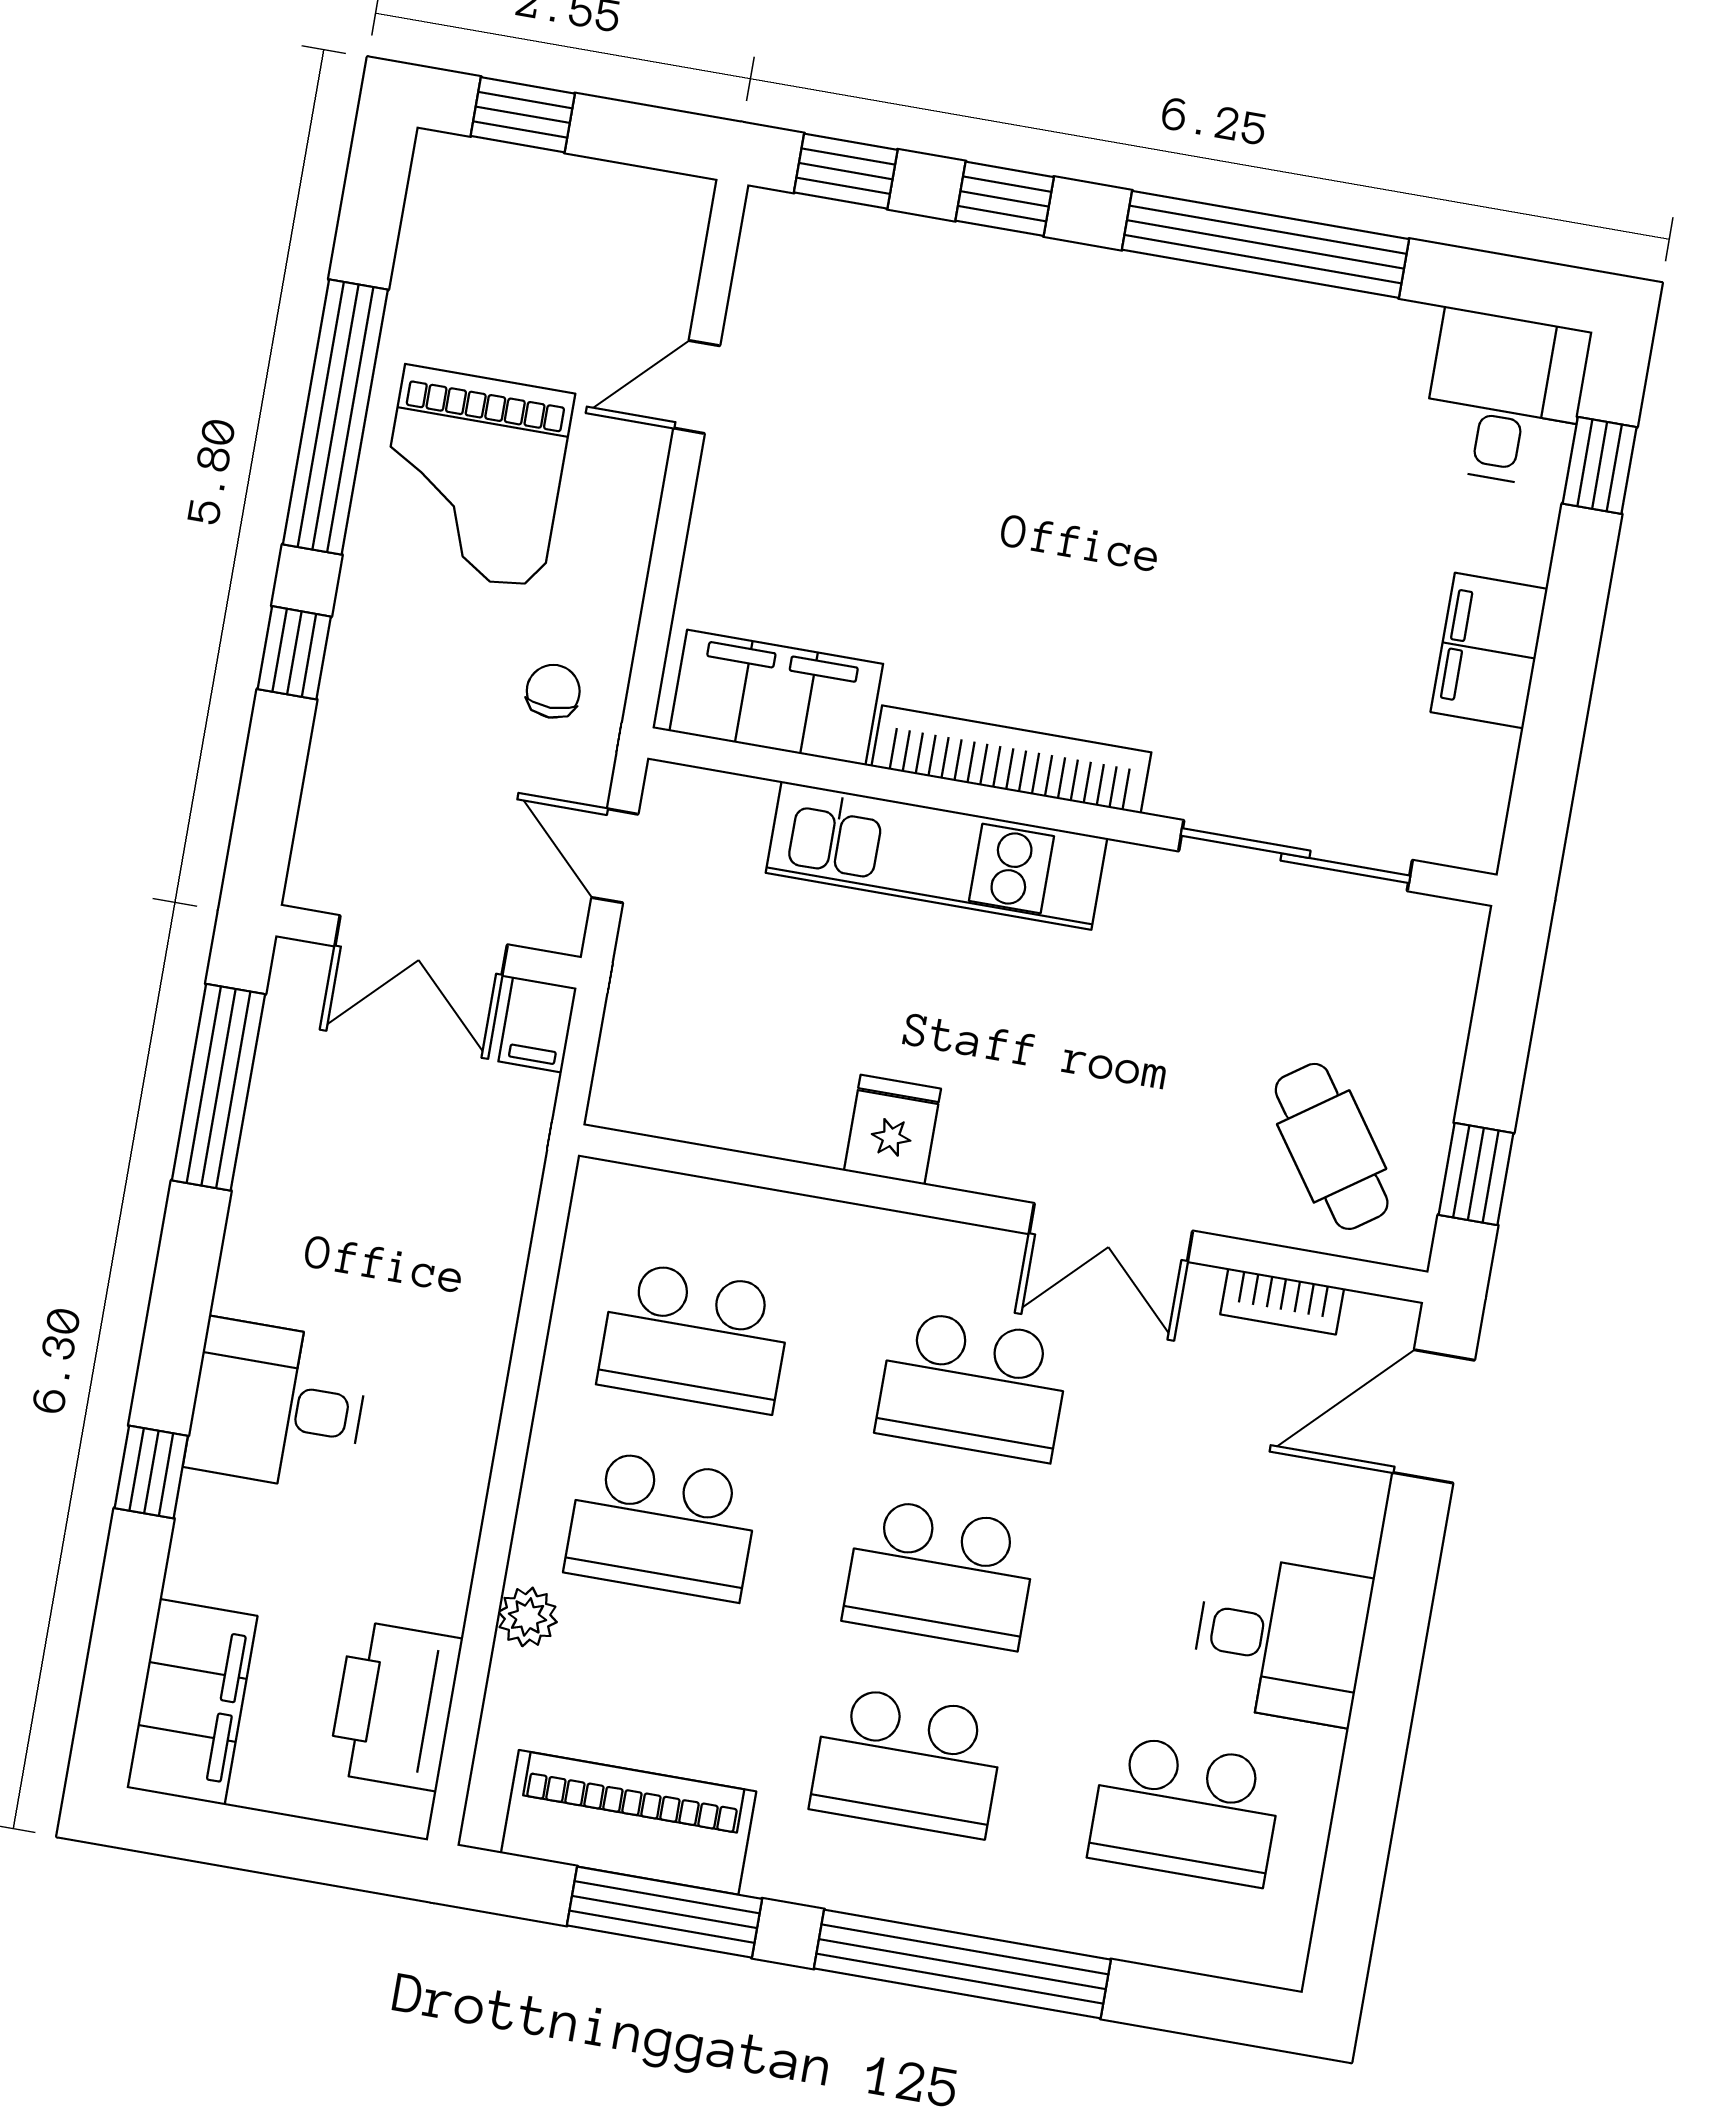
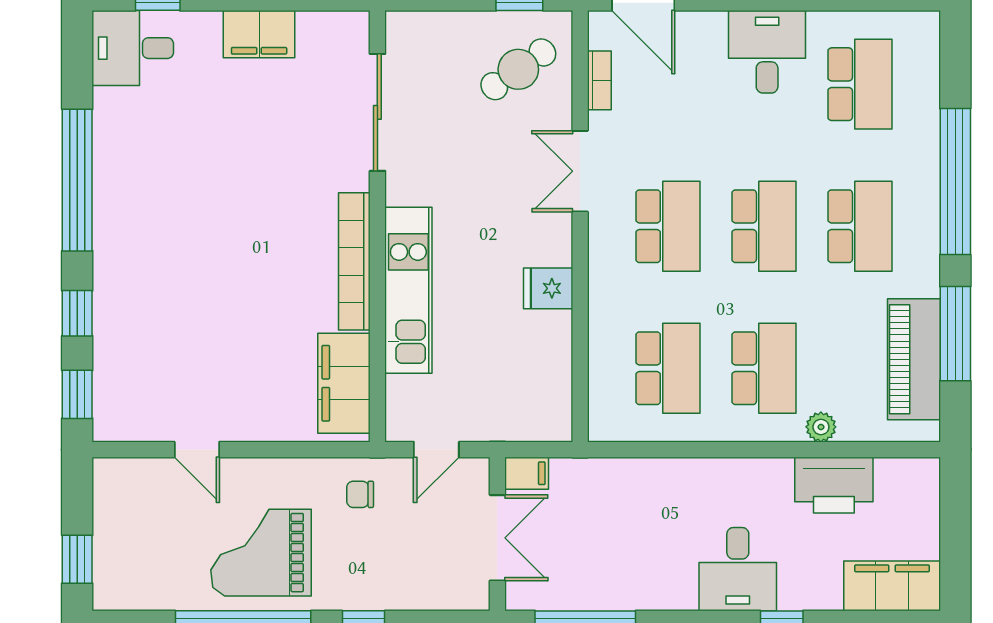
grand piano: (473, 477) -> (261, 553), turned 180
double door: (1111, 1232) -> (580, 171), swing flipped
printer: (395, 1706) -> (834, 485), moved

